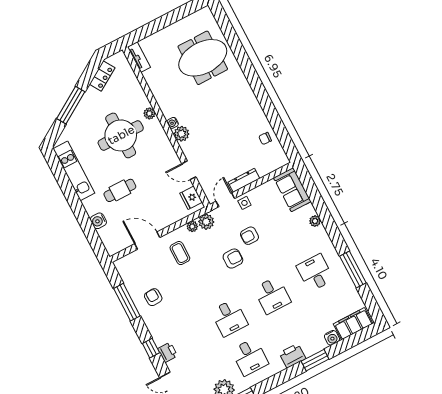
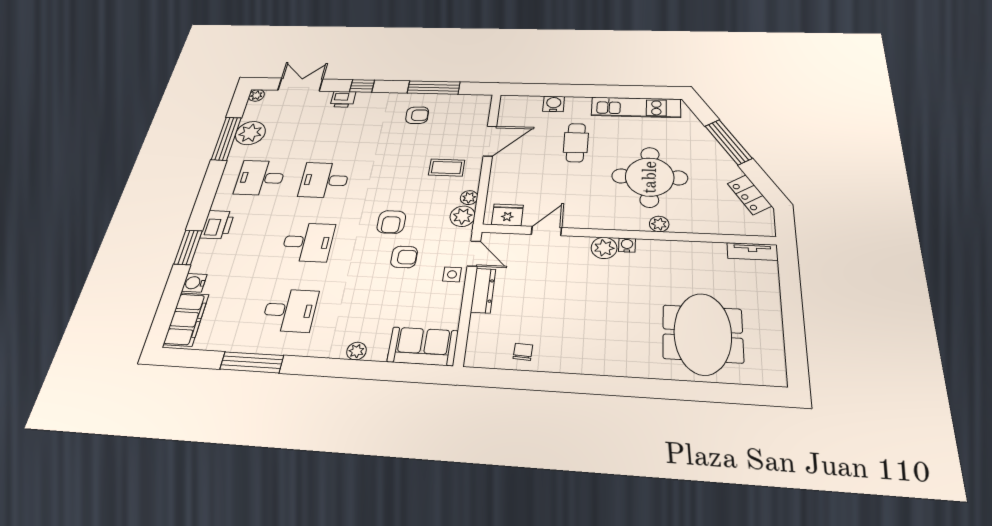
armchair: (249, 236) -> (404, 257), turned 90
desk: (272, 295) -> (308, 242), turned 180

